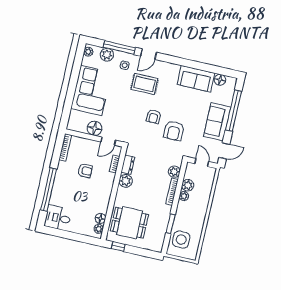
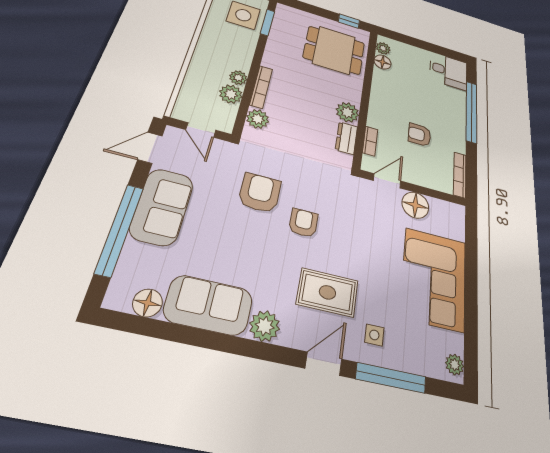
plant: (107, 55) -> (265, 326), moved
window: (171, 224) -> (268, 22), moved

